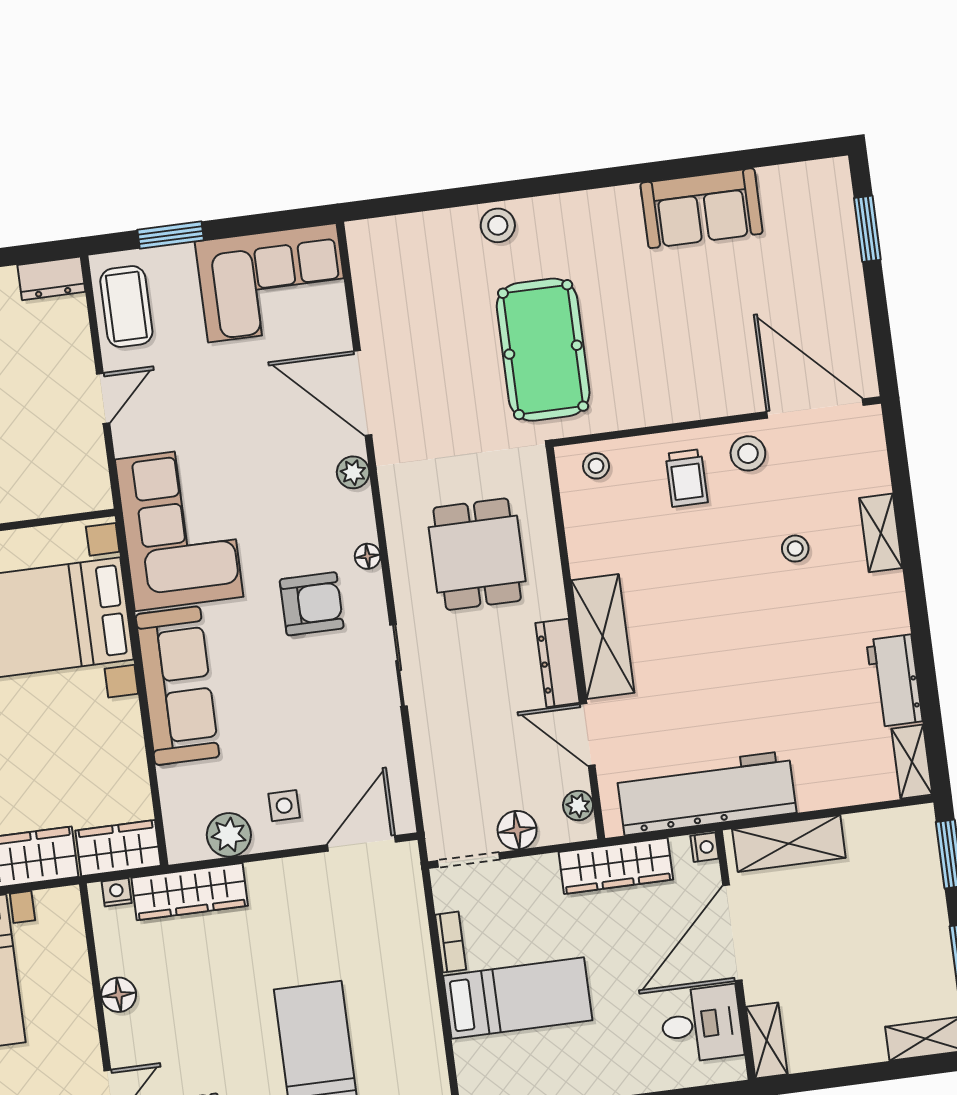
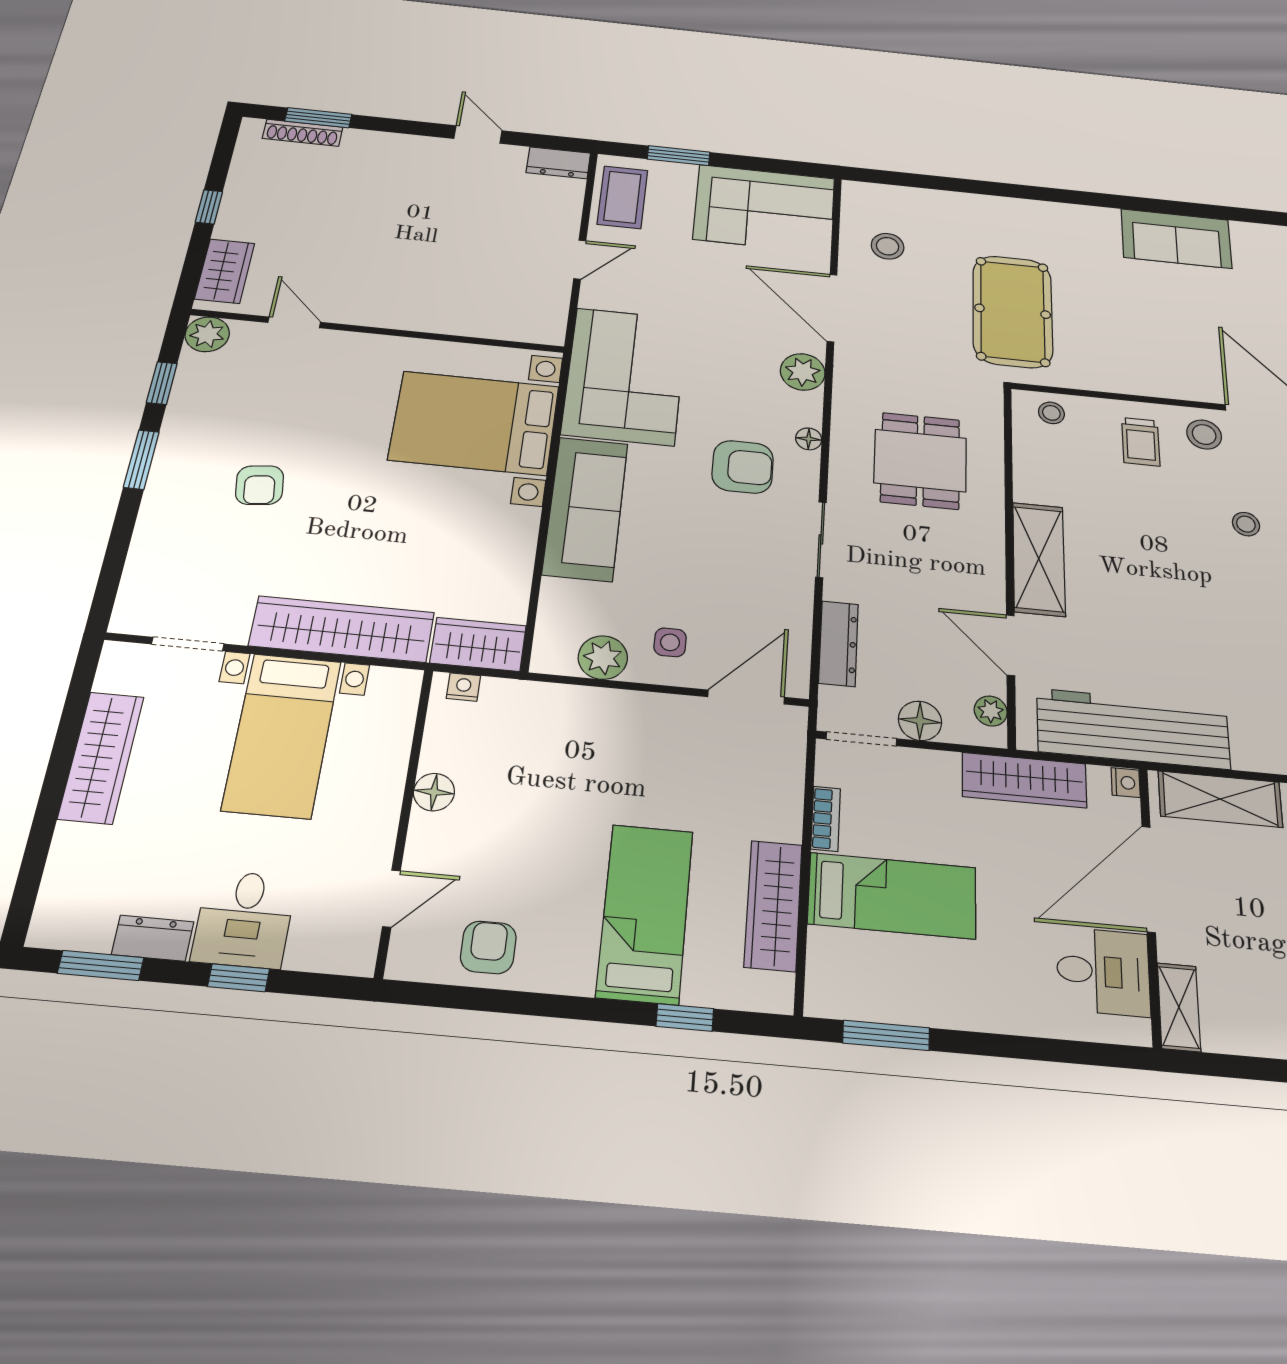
stool: (498, 225) -> (888, 246), moved
plant: (353, 472) -> (803, 372), width x1.38, depth x1.38
dresser: (557, 663) -> (838, 643), moved, turned 180
wardrobe: (190, 892) -> (773, 905), moved, turned 90

